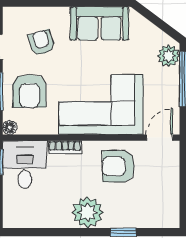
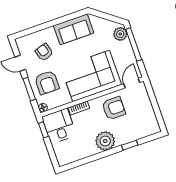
armchair: (118, 166) -> (114, 108), turned 180

